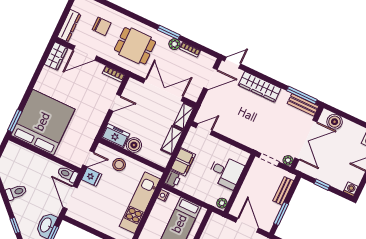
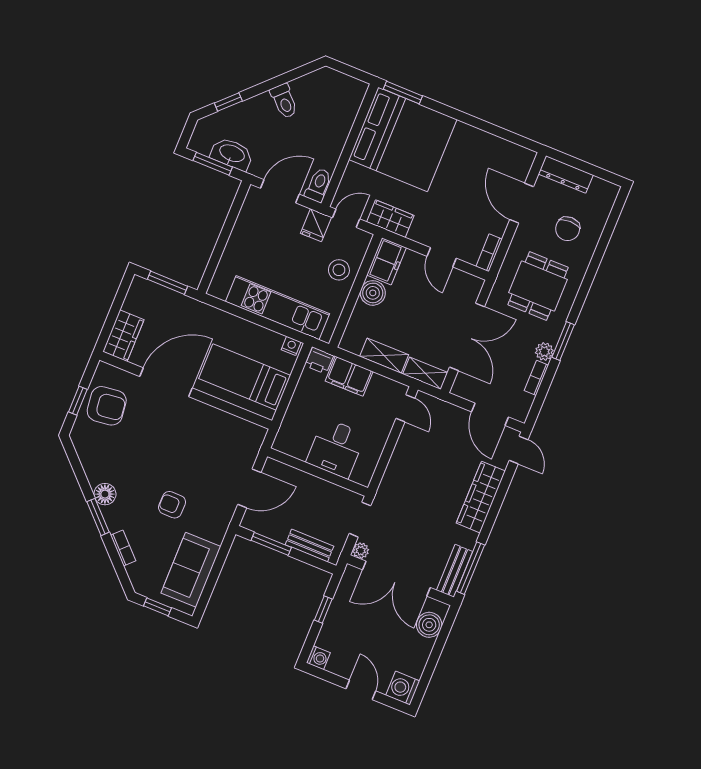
wardrobe: (56, 56) -> (390, 219), moved, turned 180
door: (88, 159) -> (346, 218), swing flipped
plant: (222, 203) -> (284, 444), removed

